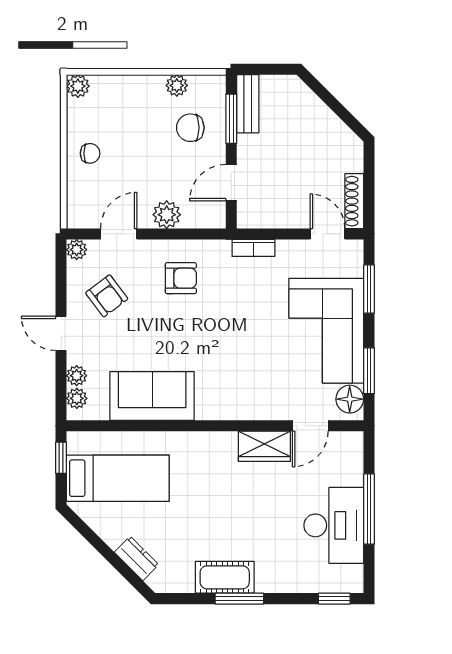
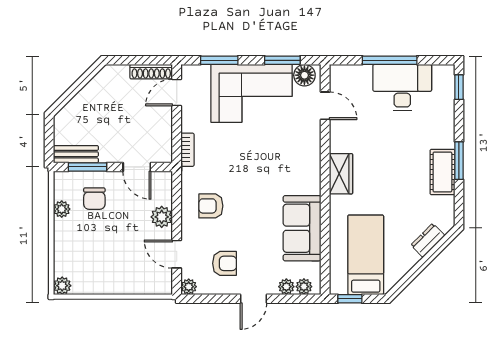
chair: (90, 153) -> (114, 276), removed
armchair: (181, 278) -> (211, 206), turned -90
armchair: (107, 296) -> (225, 263), turned 37
wardrobe: (264, 446) -> (341, 174), moved

